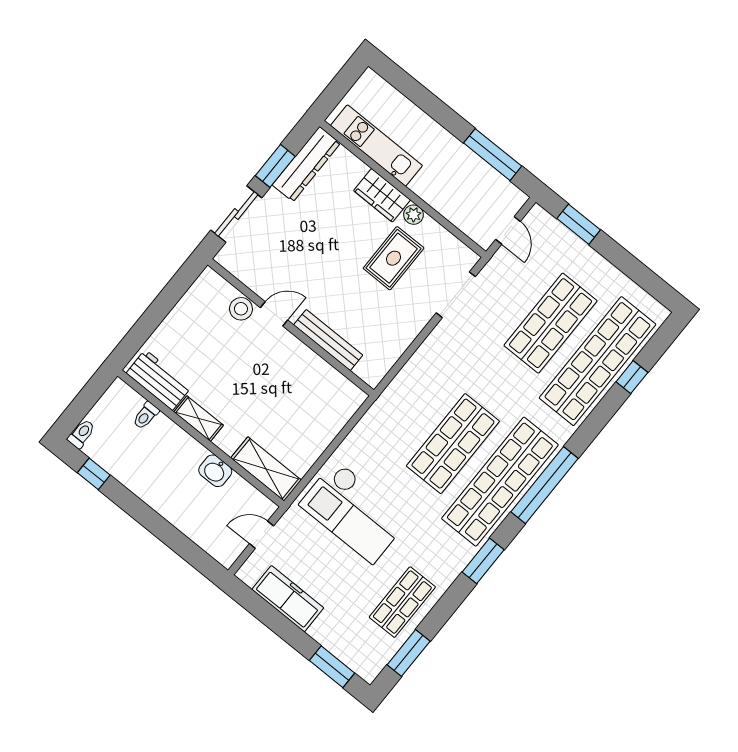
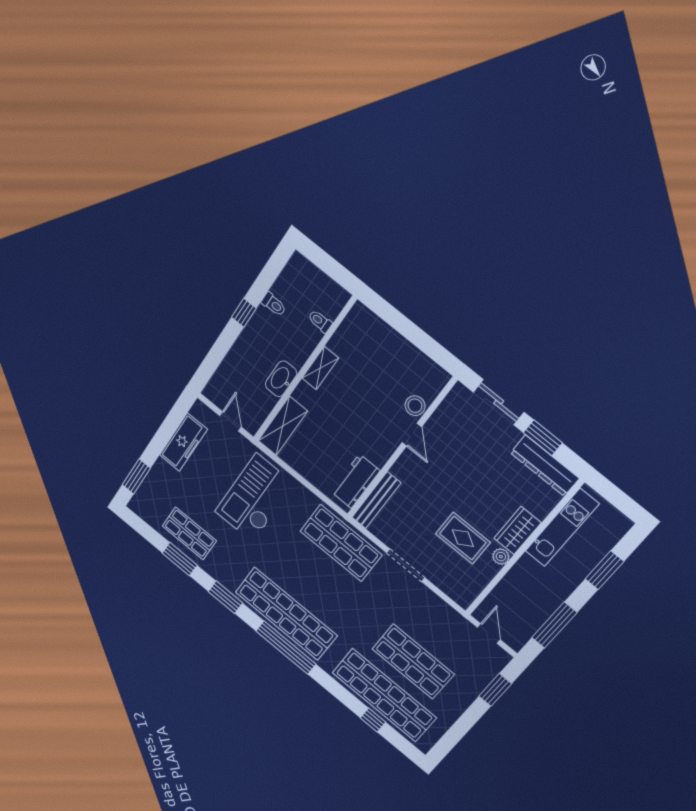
window: (424, 99) -> (604, 570), added
door: (508, 230) -> (489, 633), swing flipped
doorway: (456, 295) -> (406, 565), moved
bench: (328, 340) -> (376, 500), moved
workbench: (159, 380) -> (355, 481), moved, turned 180
toilet: (81, 434) -> (274, 304), moved
shop shelf: (453, 444) -> (341, 543), moved
washbasin: (215, 471) -> (281, 379), width x1.38
window: (94, 474) -> (244, 313), moved
window: (409, 653) -> (180, 559), moved

